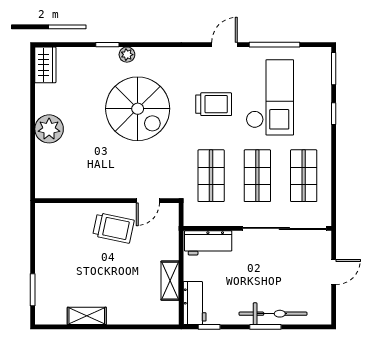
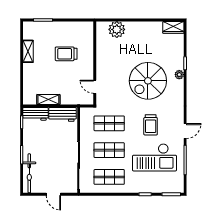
door: (224, 45) -> (185, 131), hinge flipped
plant: (49, 129) -> (117, 29), moved
trolley: (113, 228) -> (66, 54), moved, turned 78
workbench: (208, 243) -> (63, 114), moved, turned -90
bicycle: (273, 314) -> (29, 173), moved

